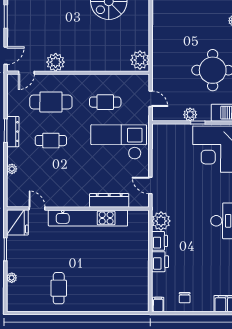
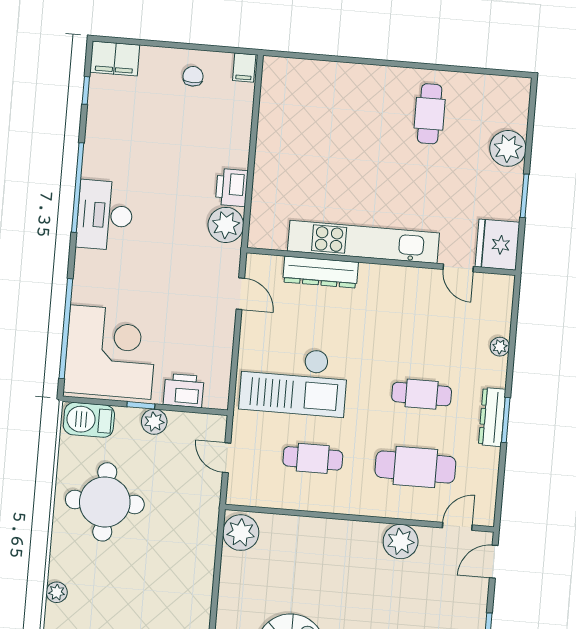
printer: (160, 262) -> (184, 391), moved, turned 90
plant: (12, 278) -> (508, 148), width x1.87, depth x1.87

